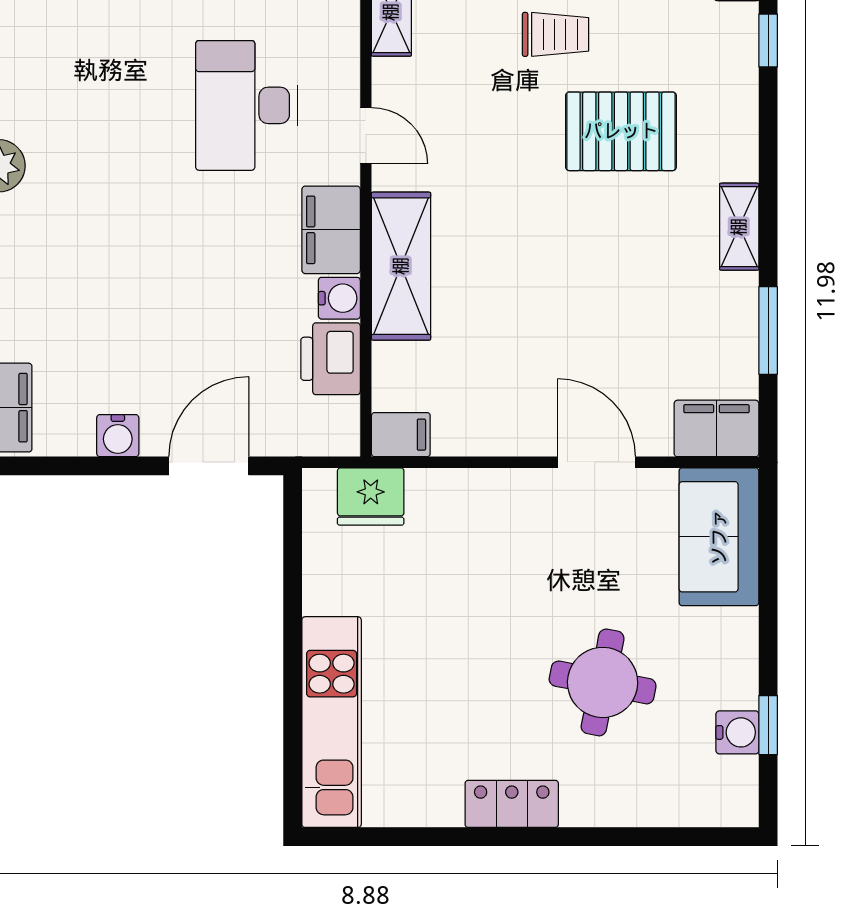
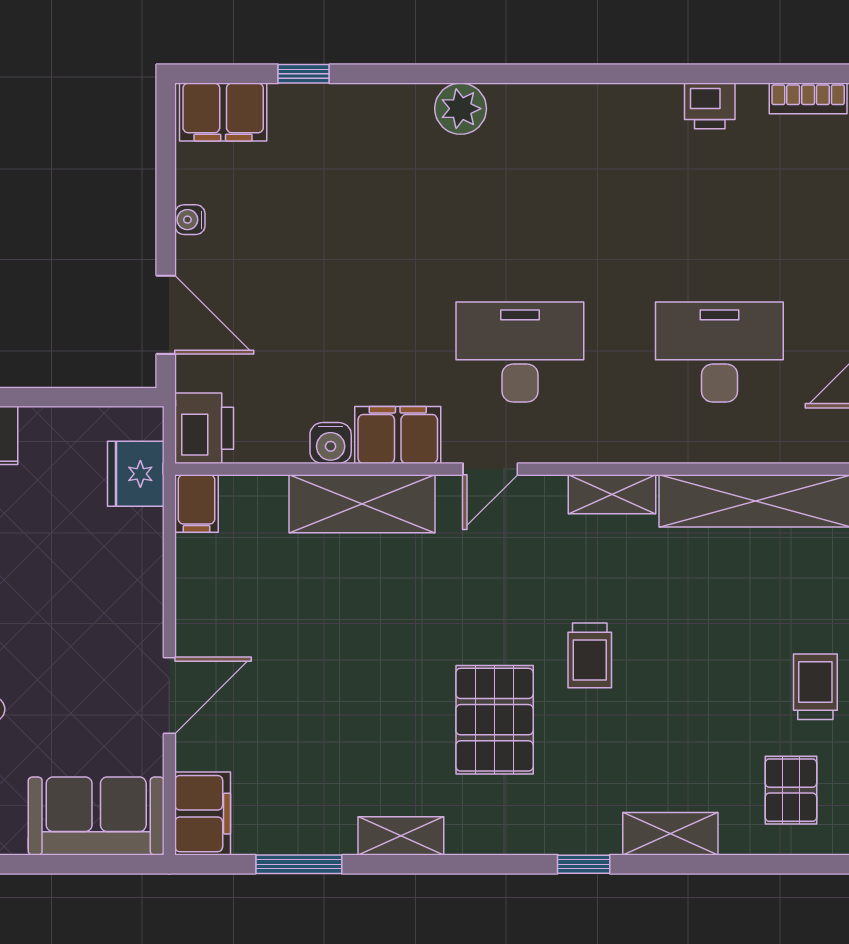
printer: (331, 359) -> (204, 428), moved, turned 90
water cooler: (118, 436) -> (190, 220), width x0.72, depth x0.72

